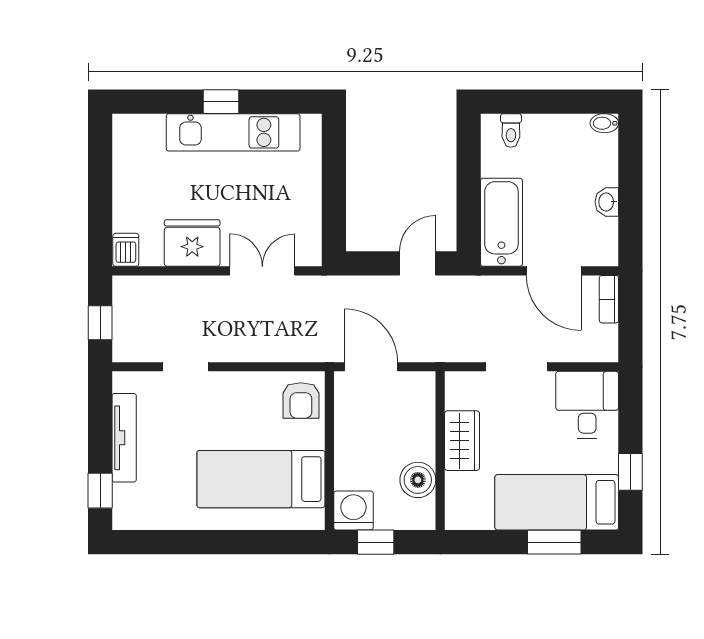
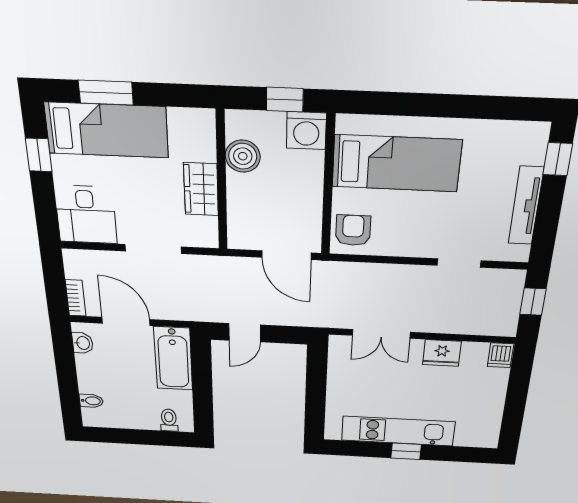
bidet: (604, 123) -> (91, 401), moved
washbasin: (607, 202) -> (83, 343), moved
fridge: (192, 243) -> (442, 353), width x0.73, depth x0.75

